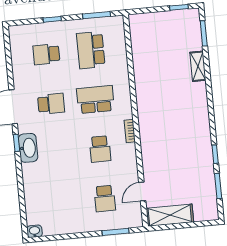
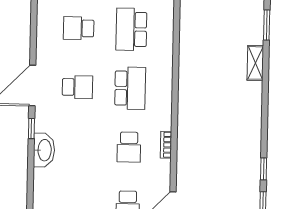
school desk: (95, 100) -> (130, 88), turned 90
bookcase: (130, 131) -> (166, 145), moved
washbasin: (28, 148) -> (44, 150), moved

